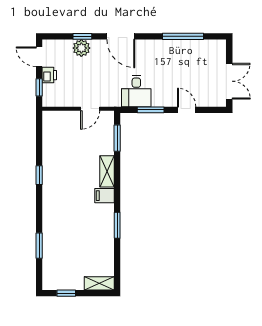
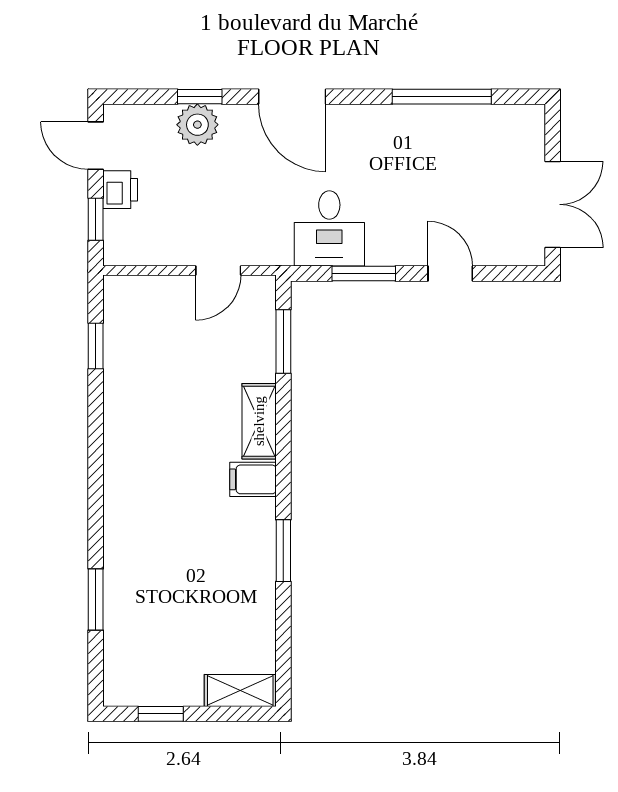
window: (39, 175) -> (96, 346), moved

